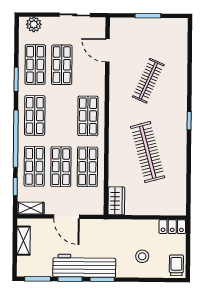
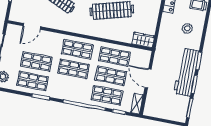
shop shelf: (35, 115) -> (74, 69), moved
door: (66, 217) -> (148, 79), swing flipped
shelving: (23, 241) -> (160, 113), removed

